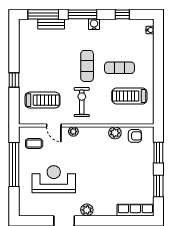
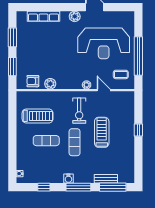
treadmill: (42, 100) -> (102, 132), moved, turned 90
reception desk: (54, 179) -> (104, 43), width x1.36, depth x1.30
row of seats: (135, 210) -> (43, 16), moved

